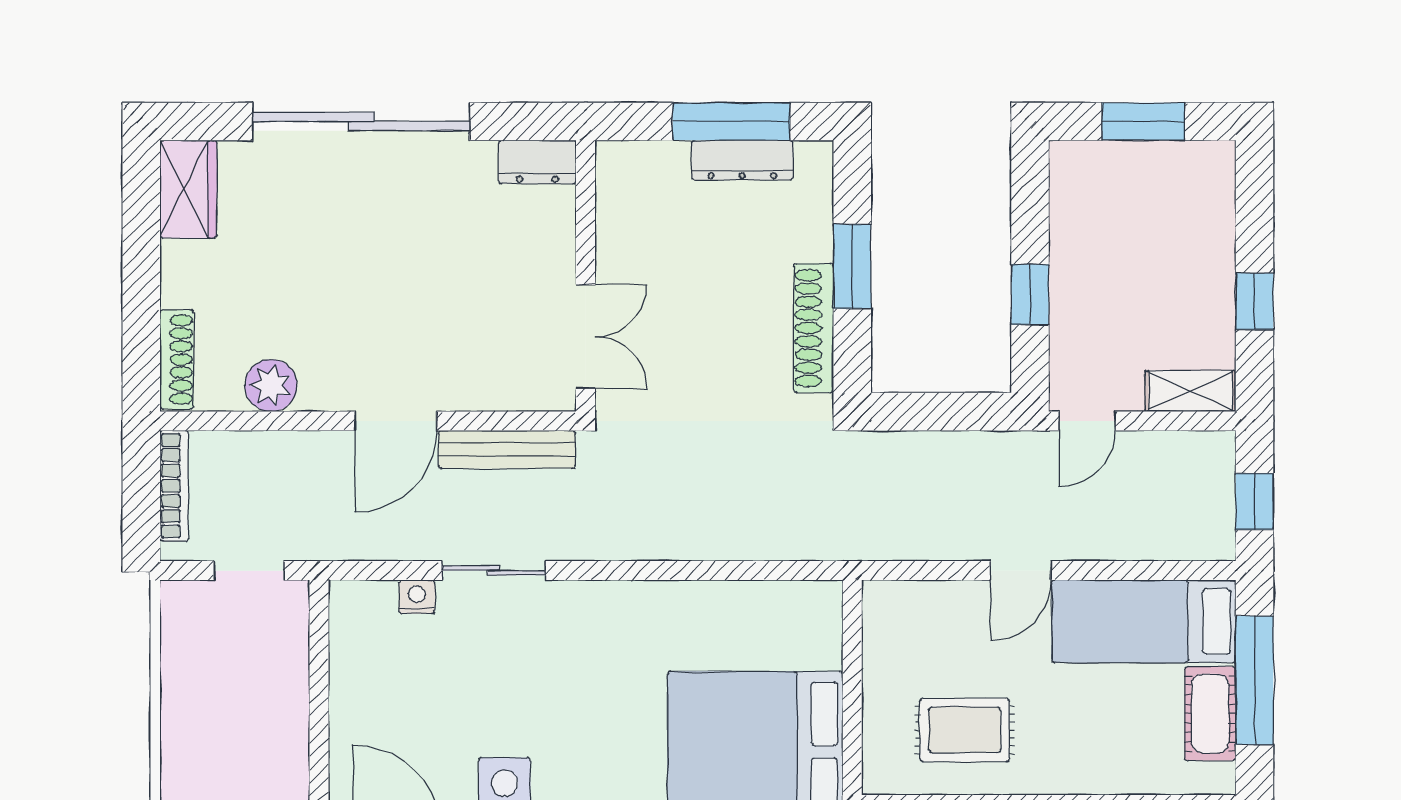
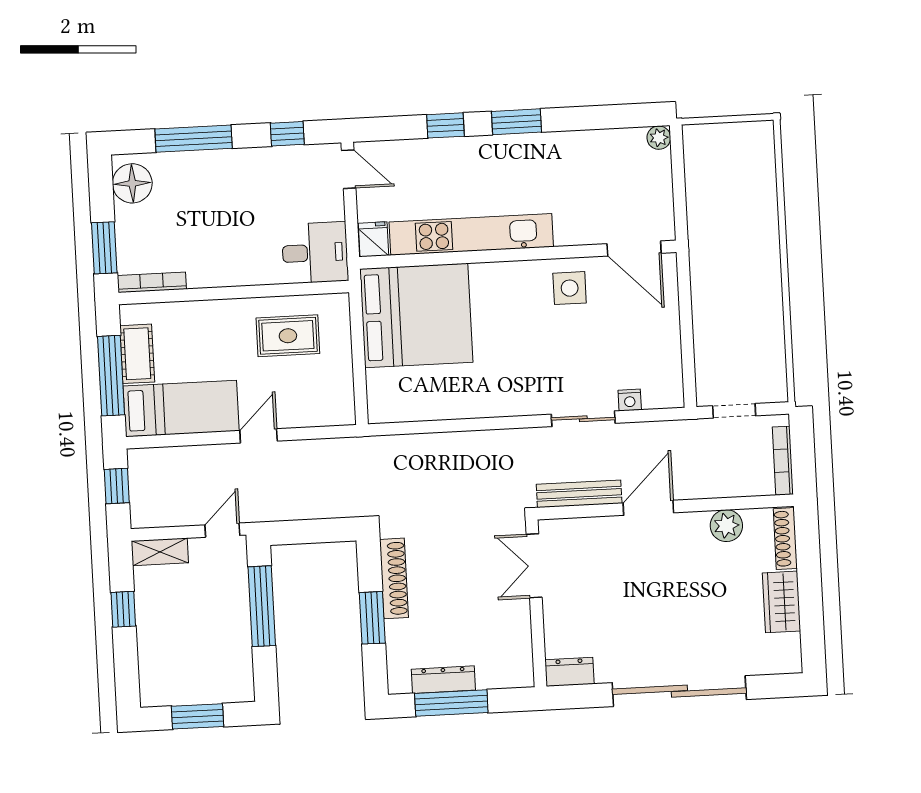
wardrobe: (188, 189) -> (781, 602), moved
window: (1030, 295) -> (262, 606), width x2.17

